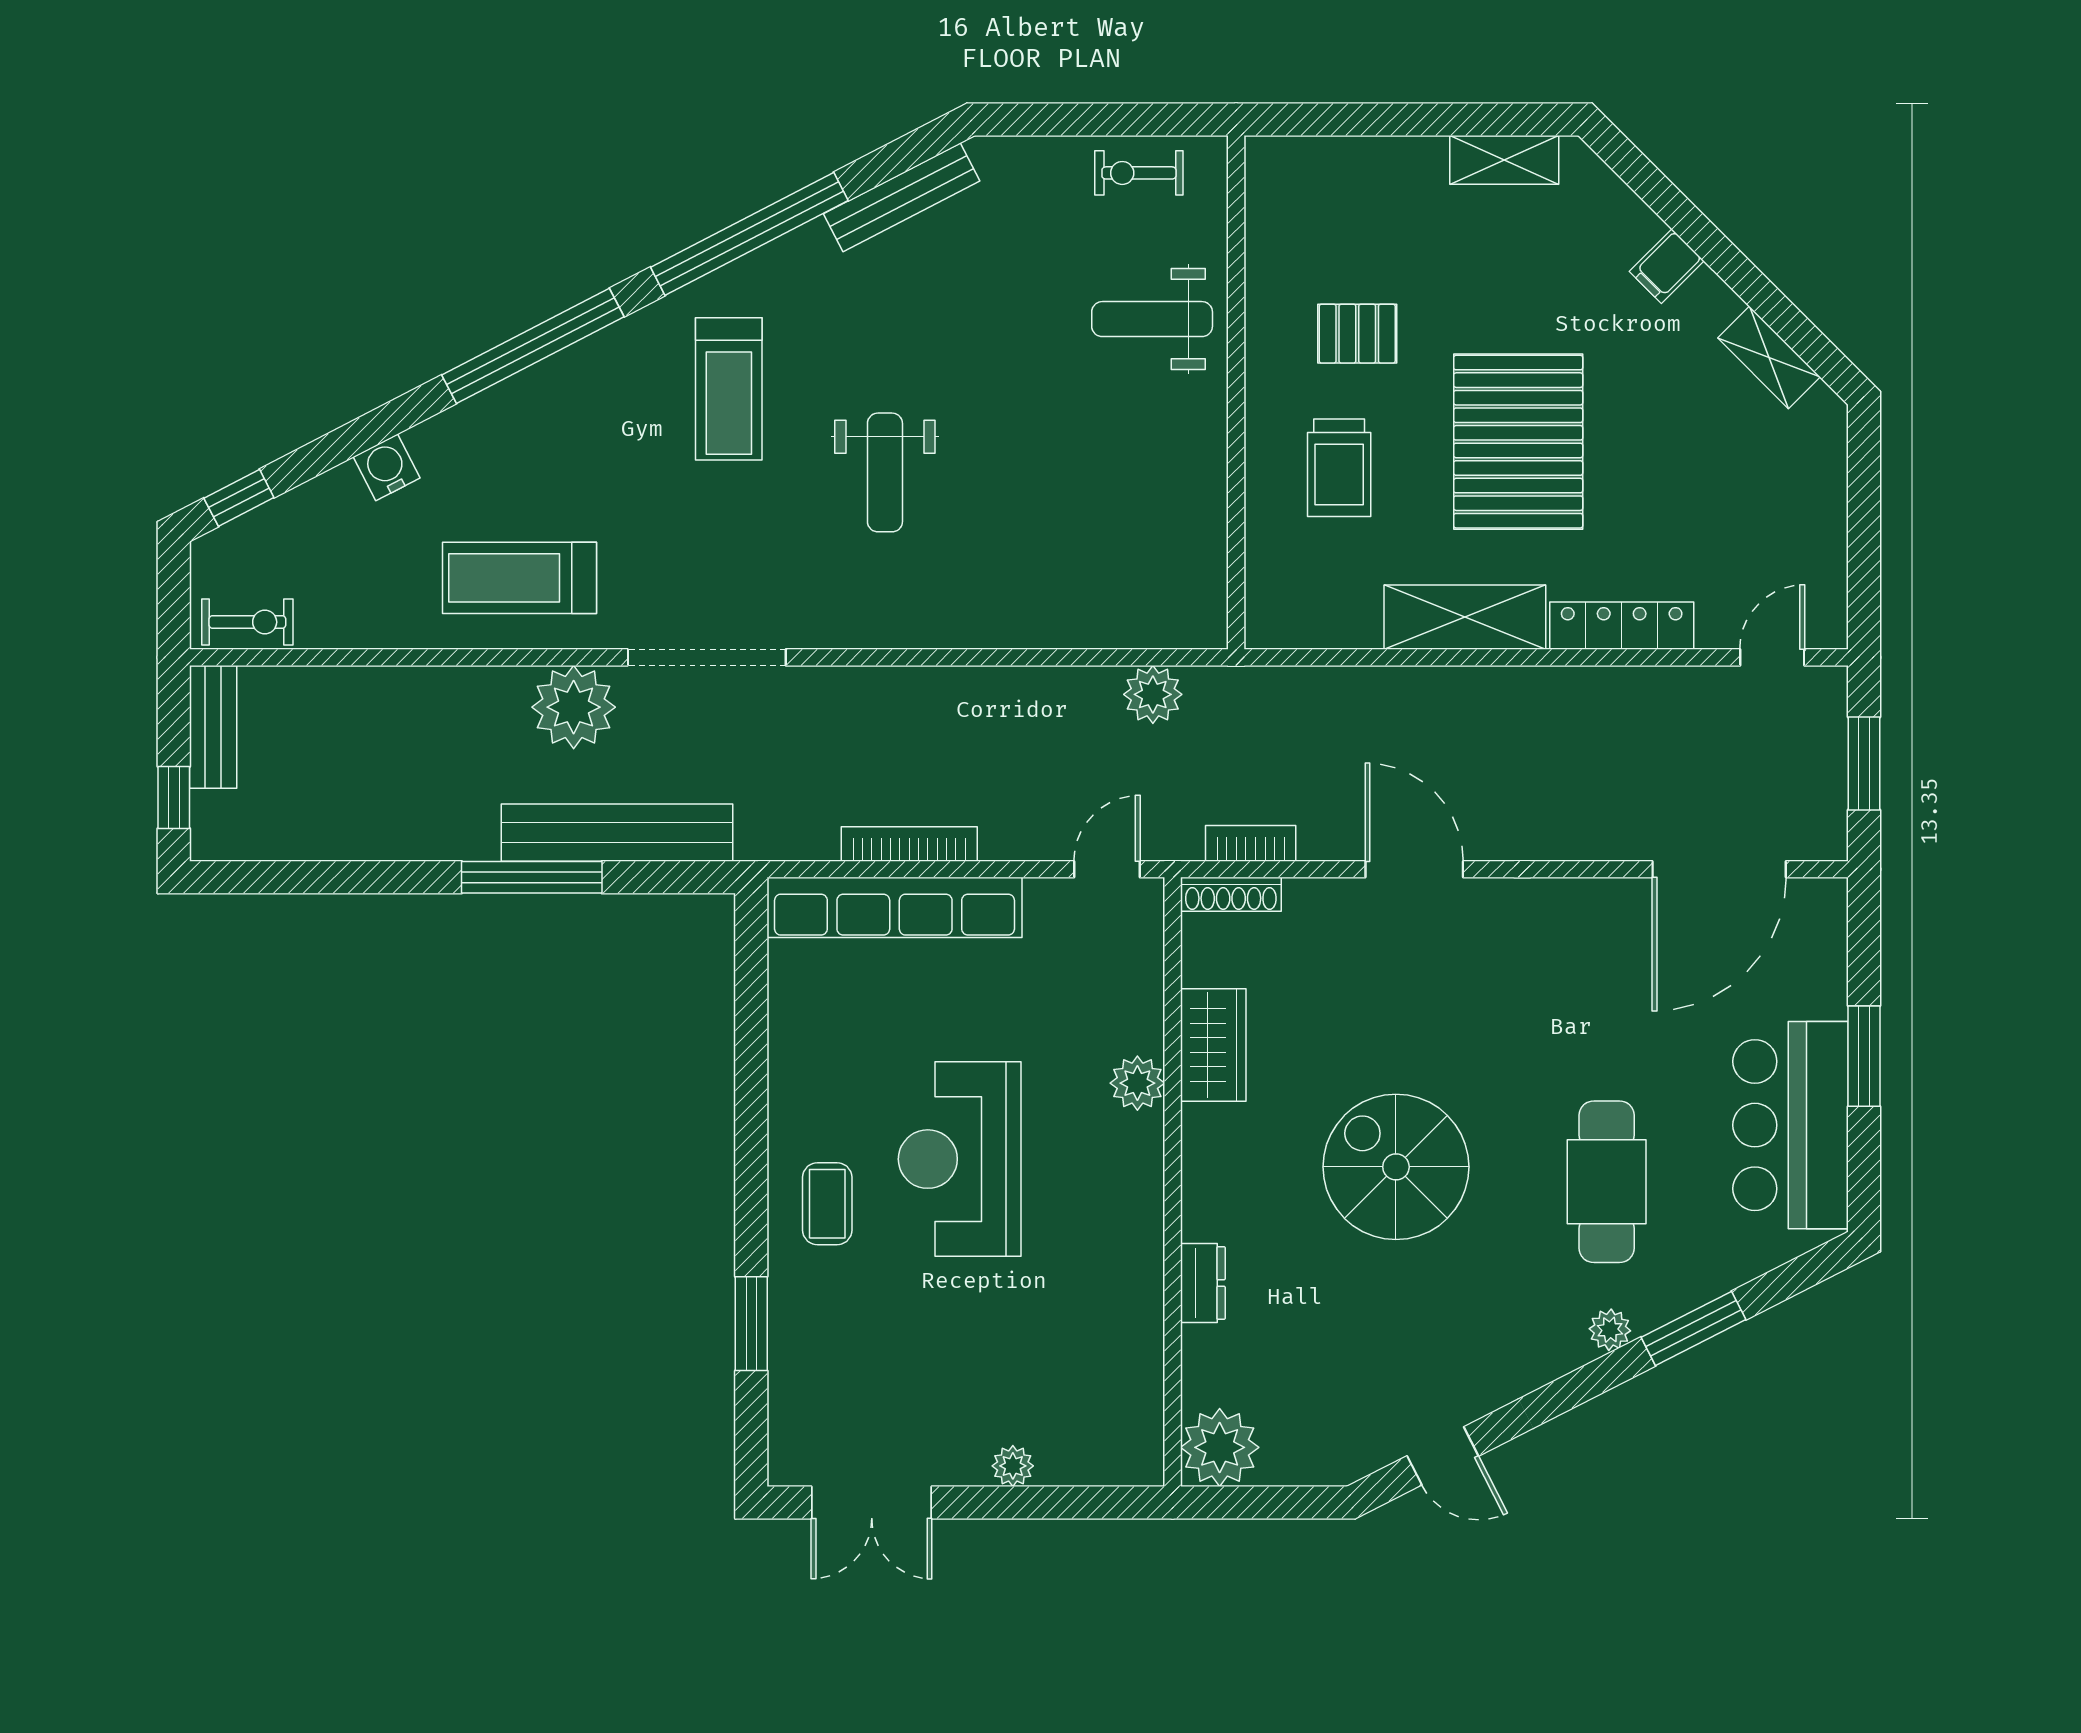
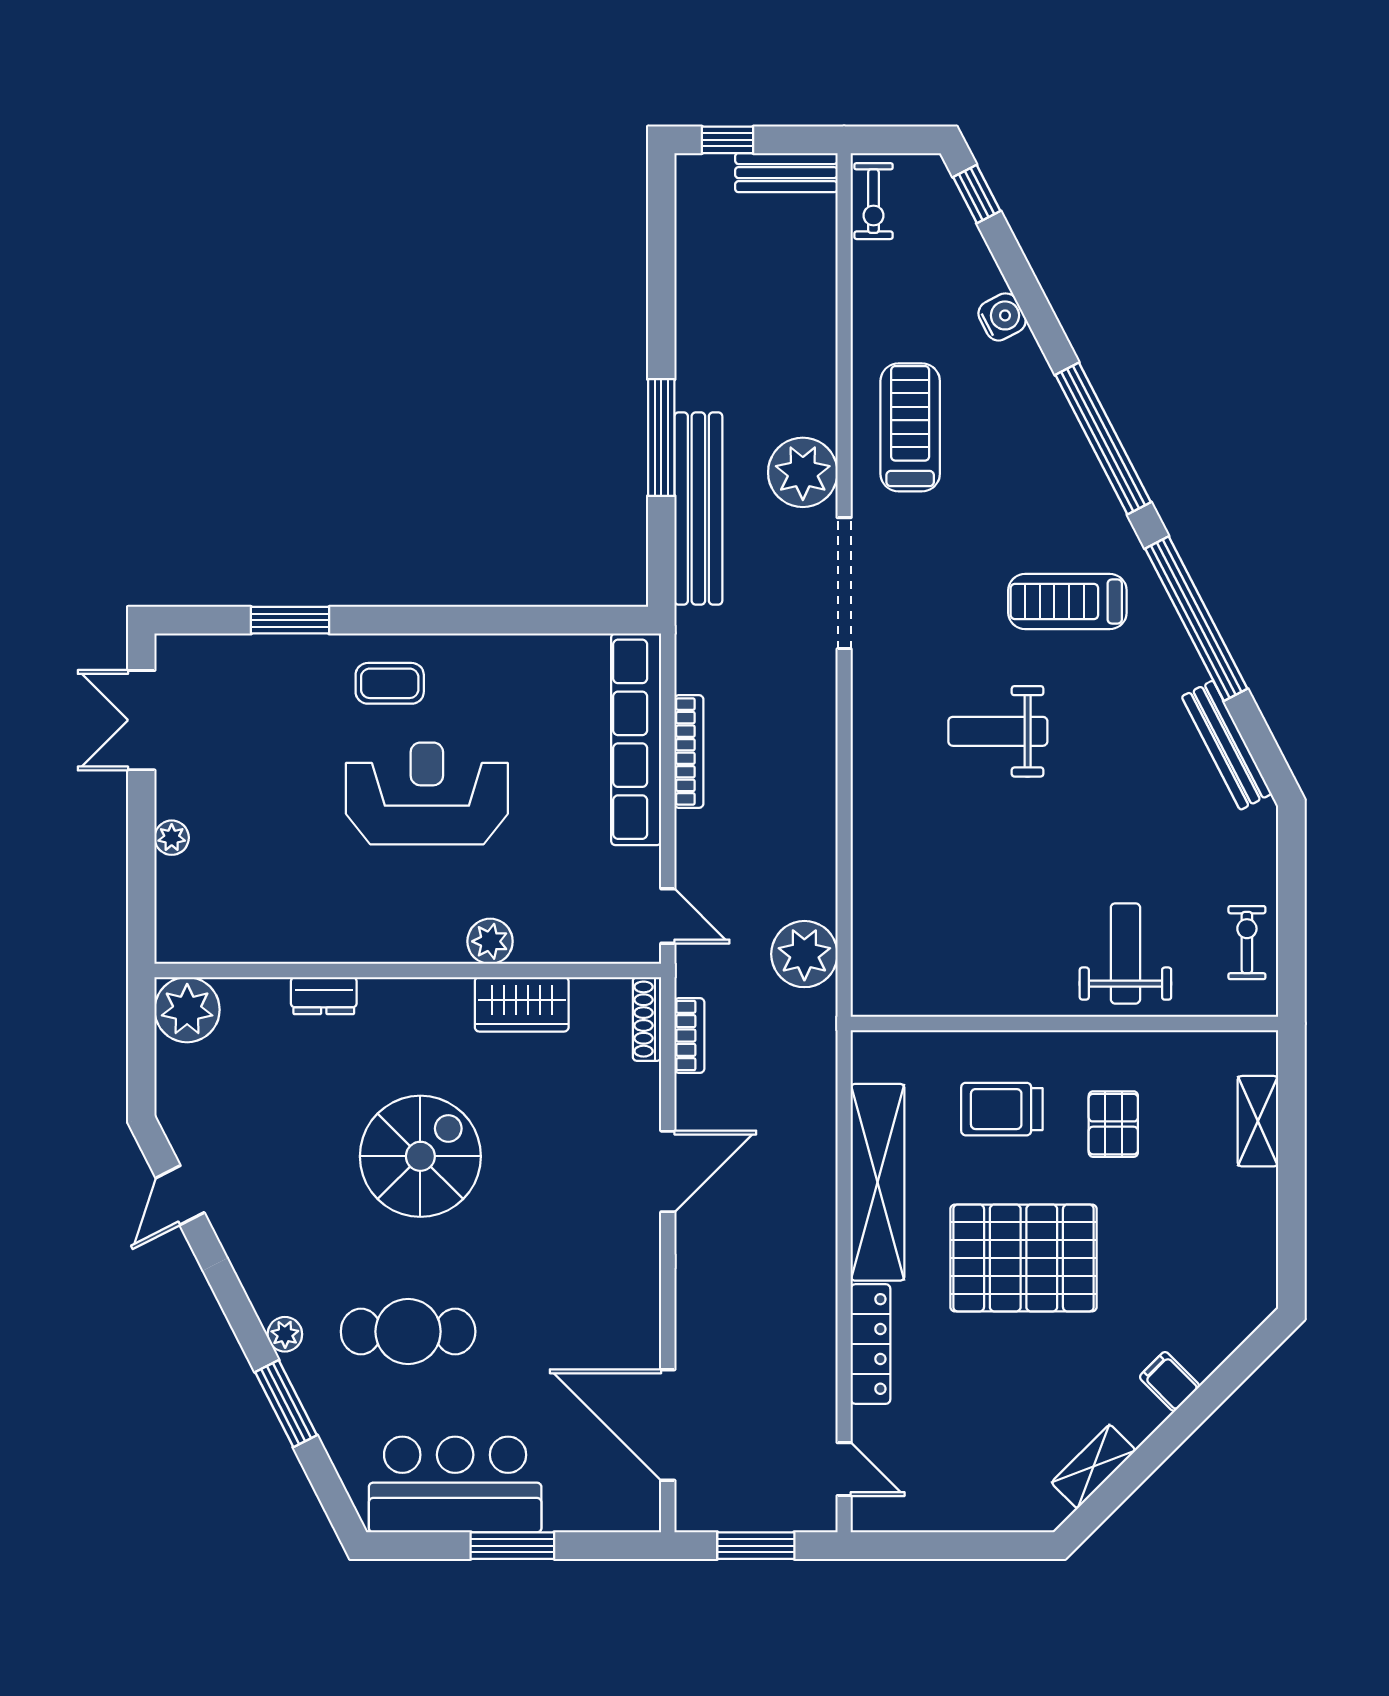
shelving: (1504, 160) -> (1258, 1121), moved
shelving: (1465, 617) -> (878, 1182), width x1.47
plant: (1153, 694) -> (804, 954), width x1.36, depth x1.36

